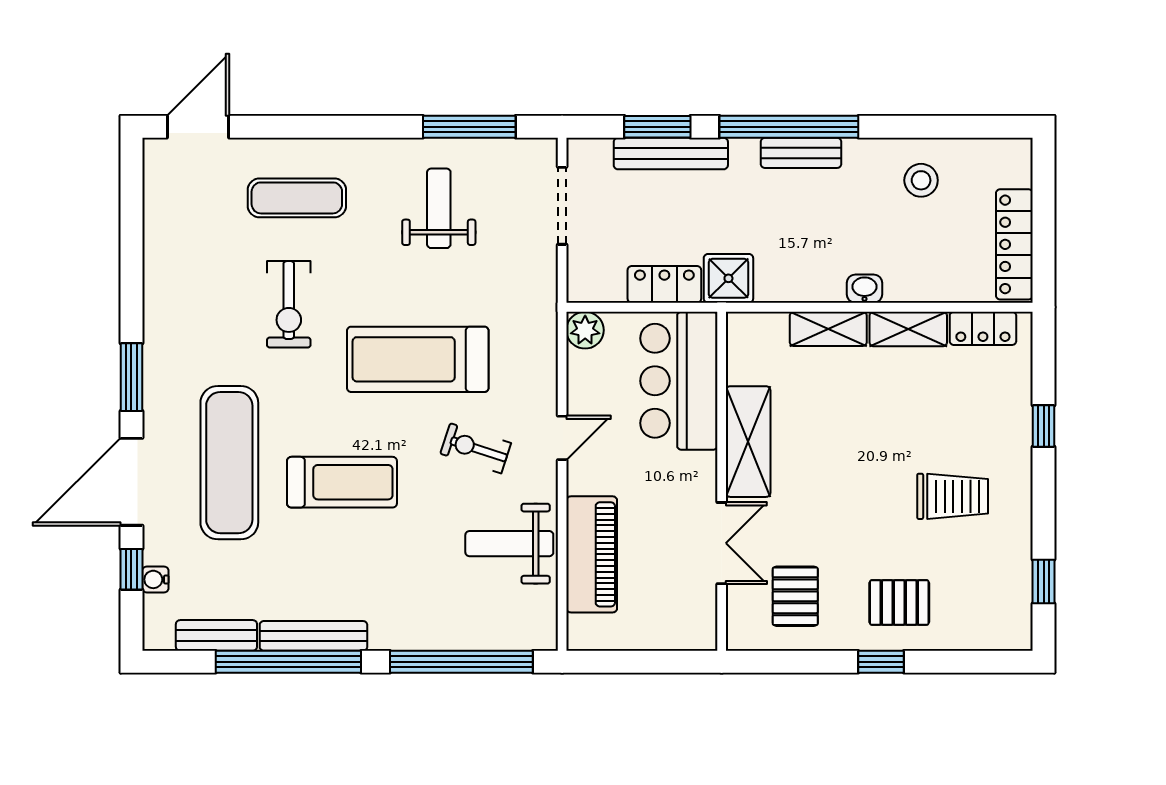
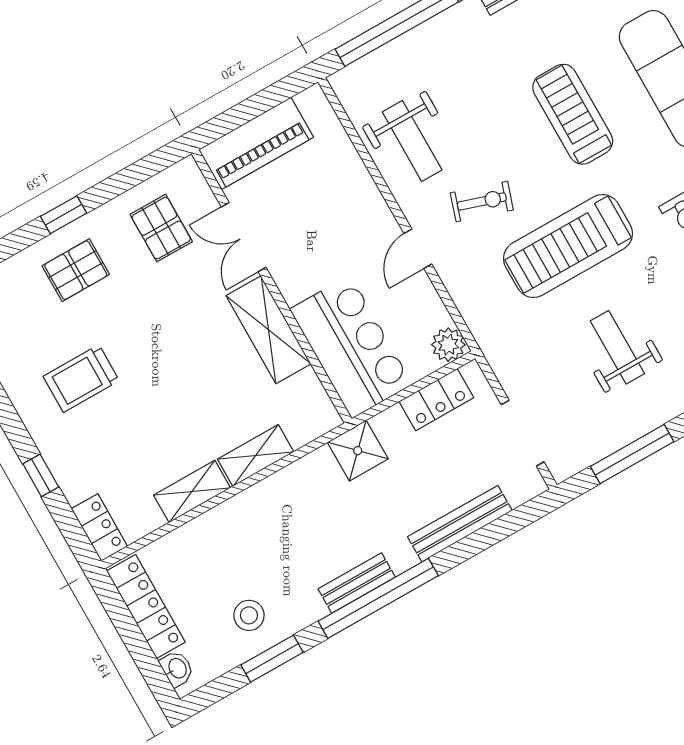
window: (657, 127) -> (272, 659), moved
weight bench: (439, 208) -> (617, 347), moved, turned 180
locker: (664, 284) -> (436, 400), moved
washbasin: (864, 289) -> (177, 669), moved, turned -90
locker: (983, 328) -> (99, 528), moved, turned 90
treadmill: (418, 359) -> (568, 246), turned 180
treadmill: (342, 482) -> (573, 114), turned 90
weight bench: (509, 544) -> (412, 141), turned 90
piano: (592, 554) -> (256, 143), moved, turned -90

